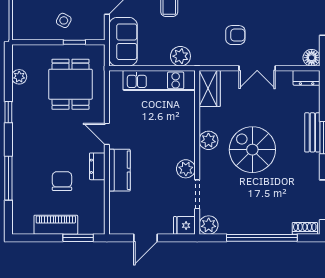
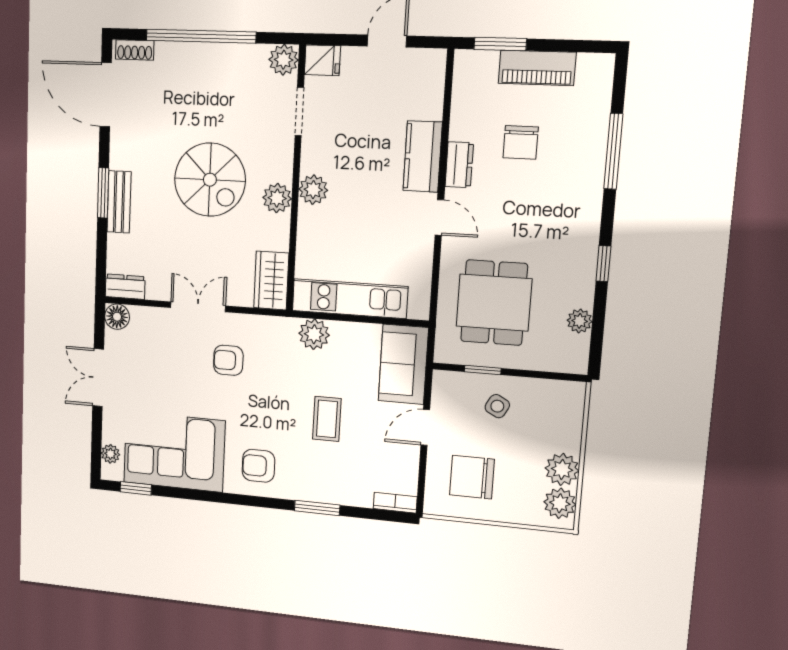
plant: (186, 169) -> (313, 190), moved

